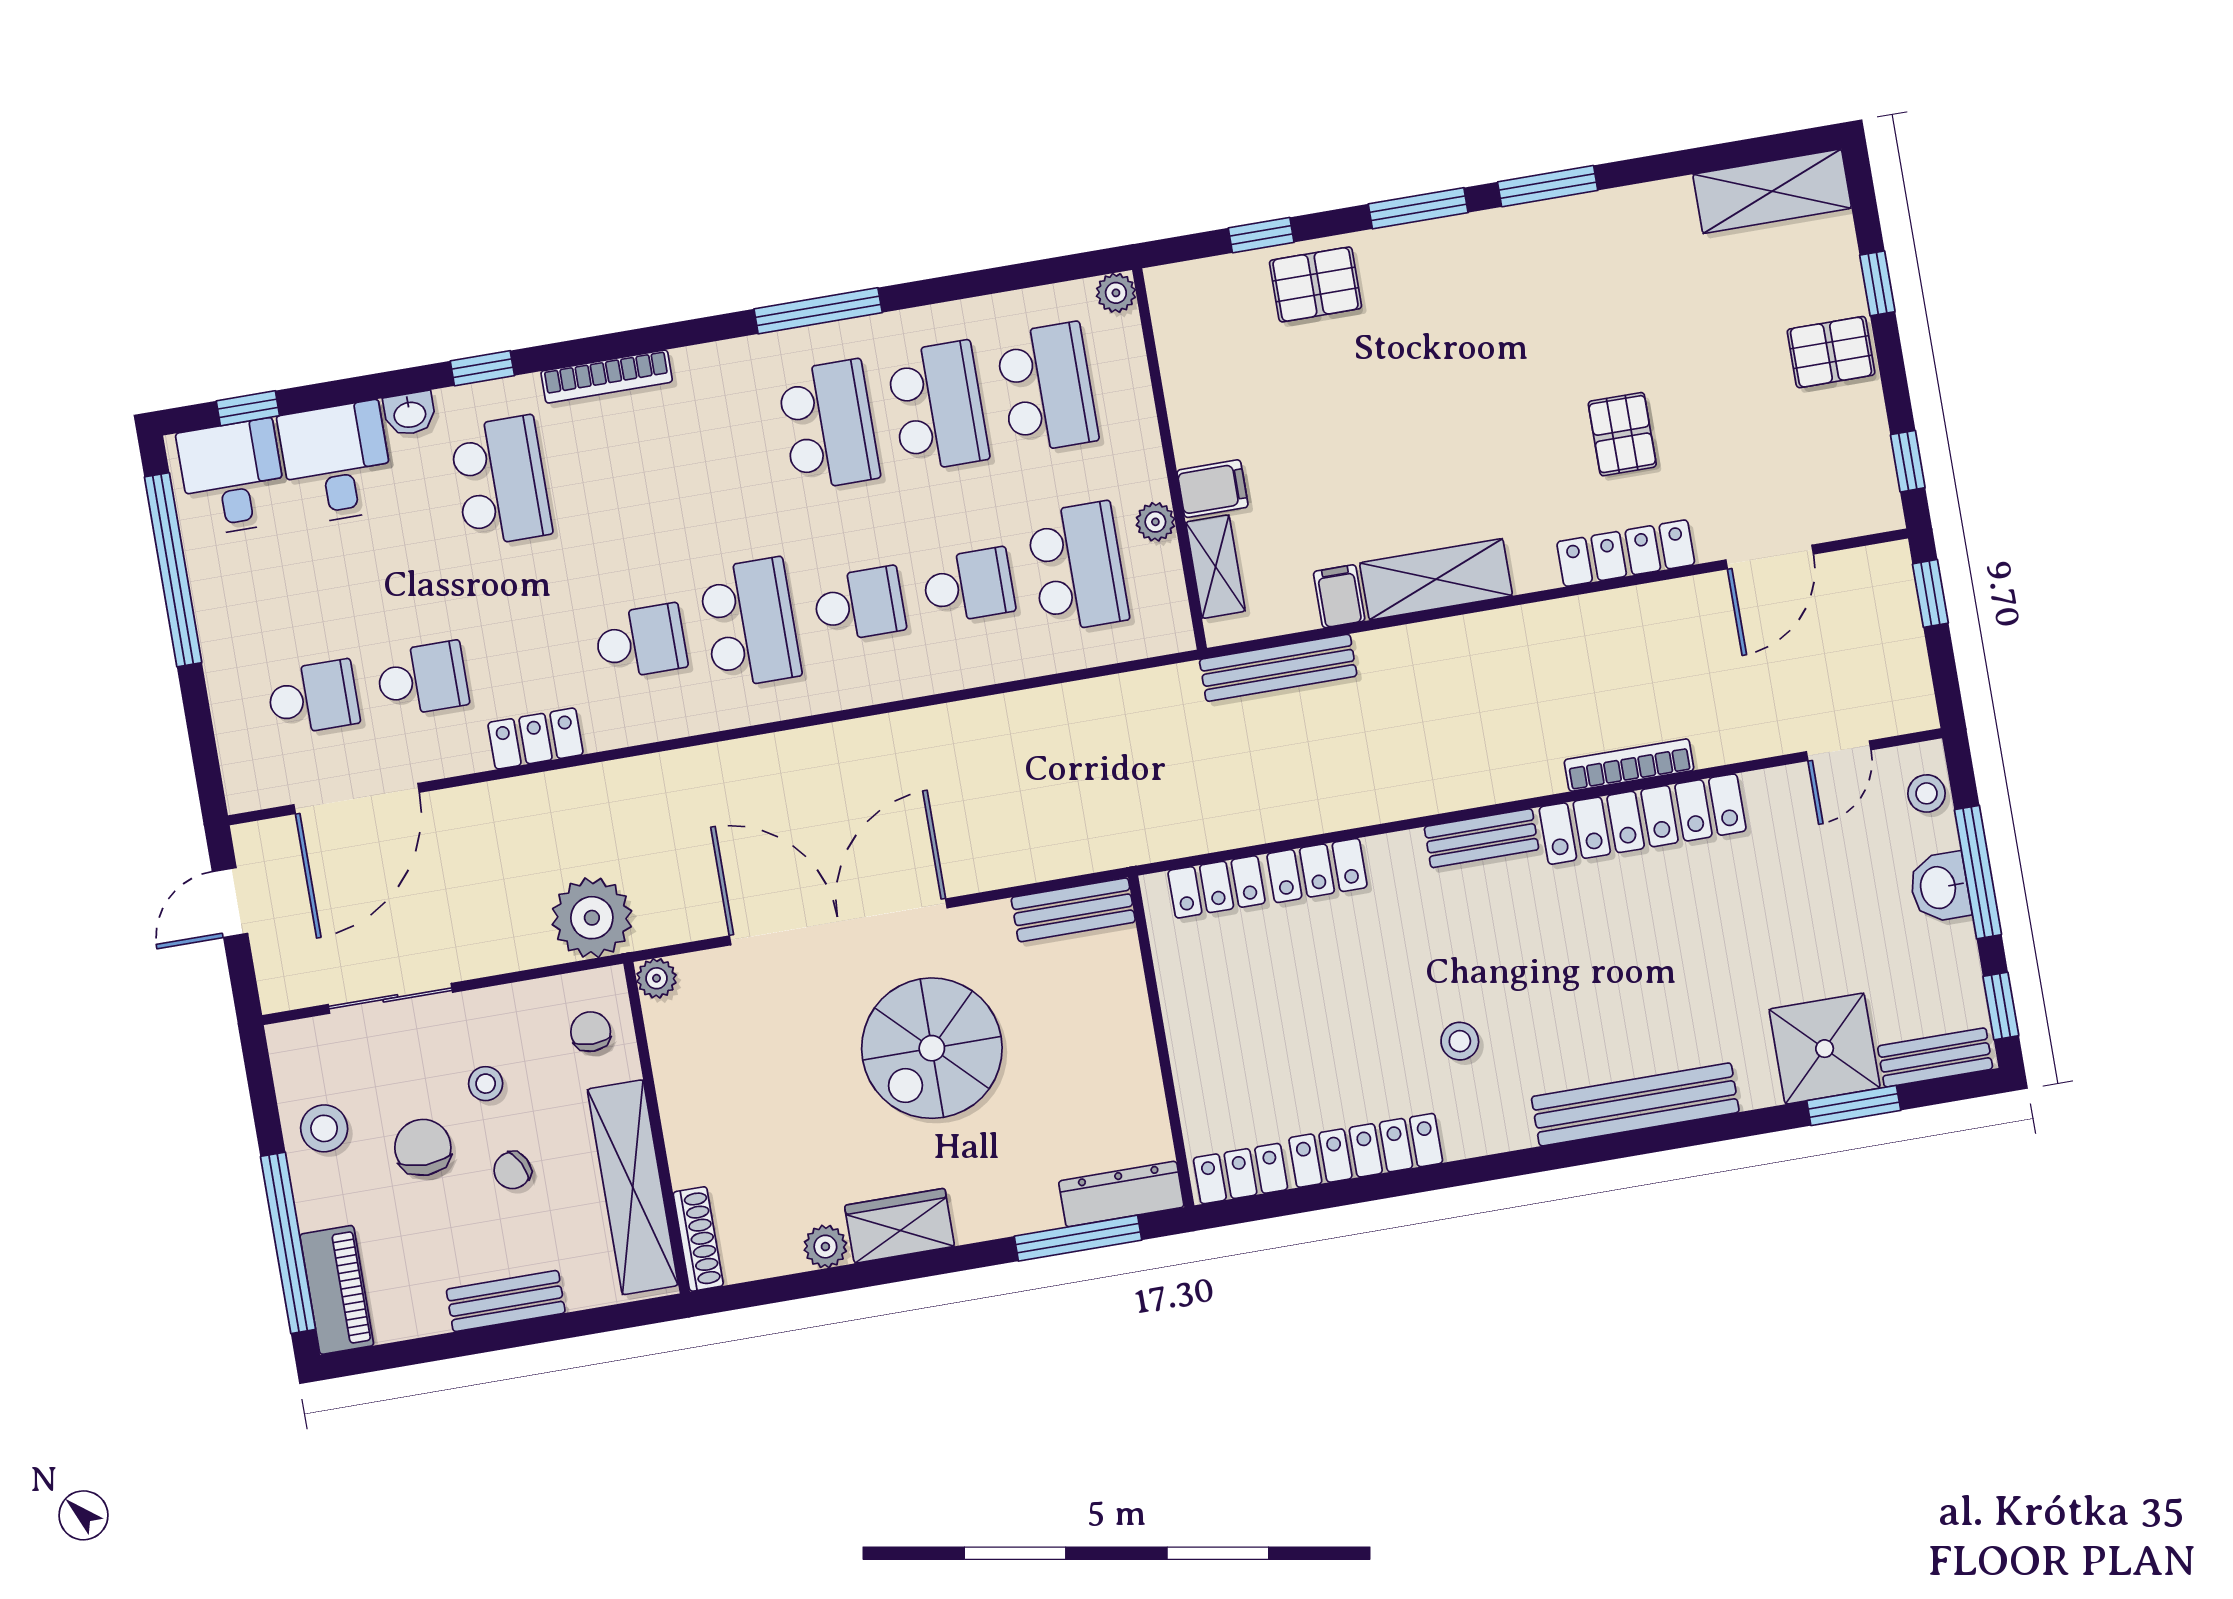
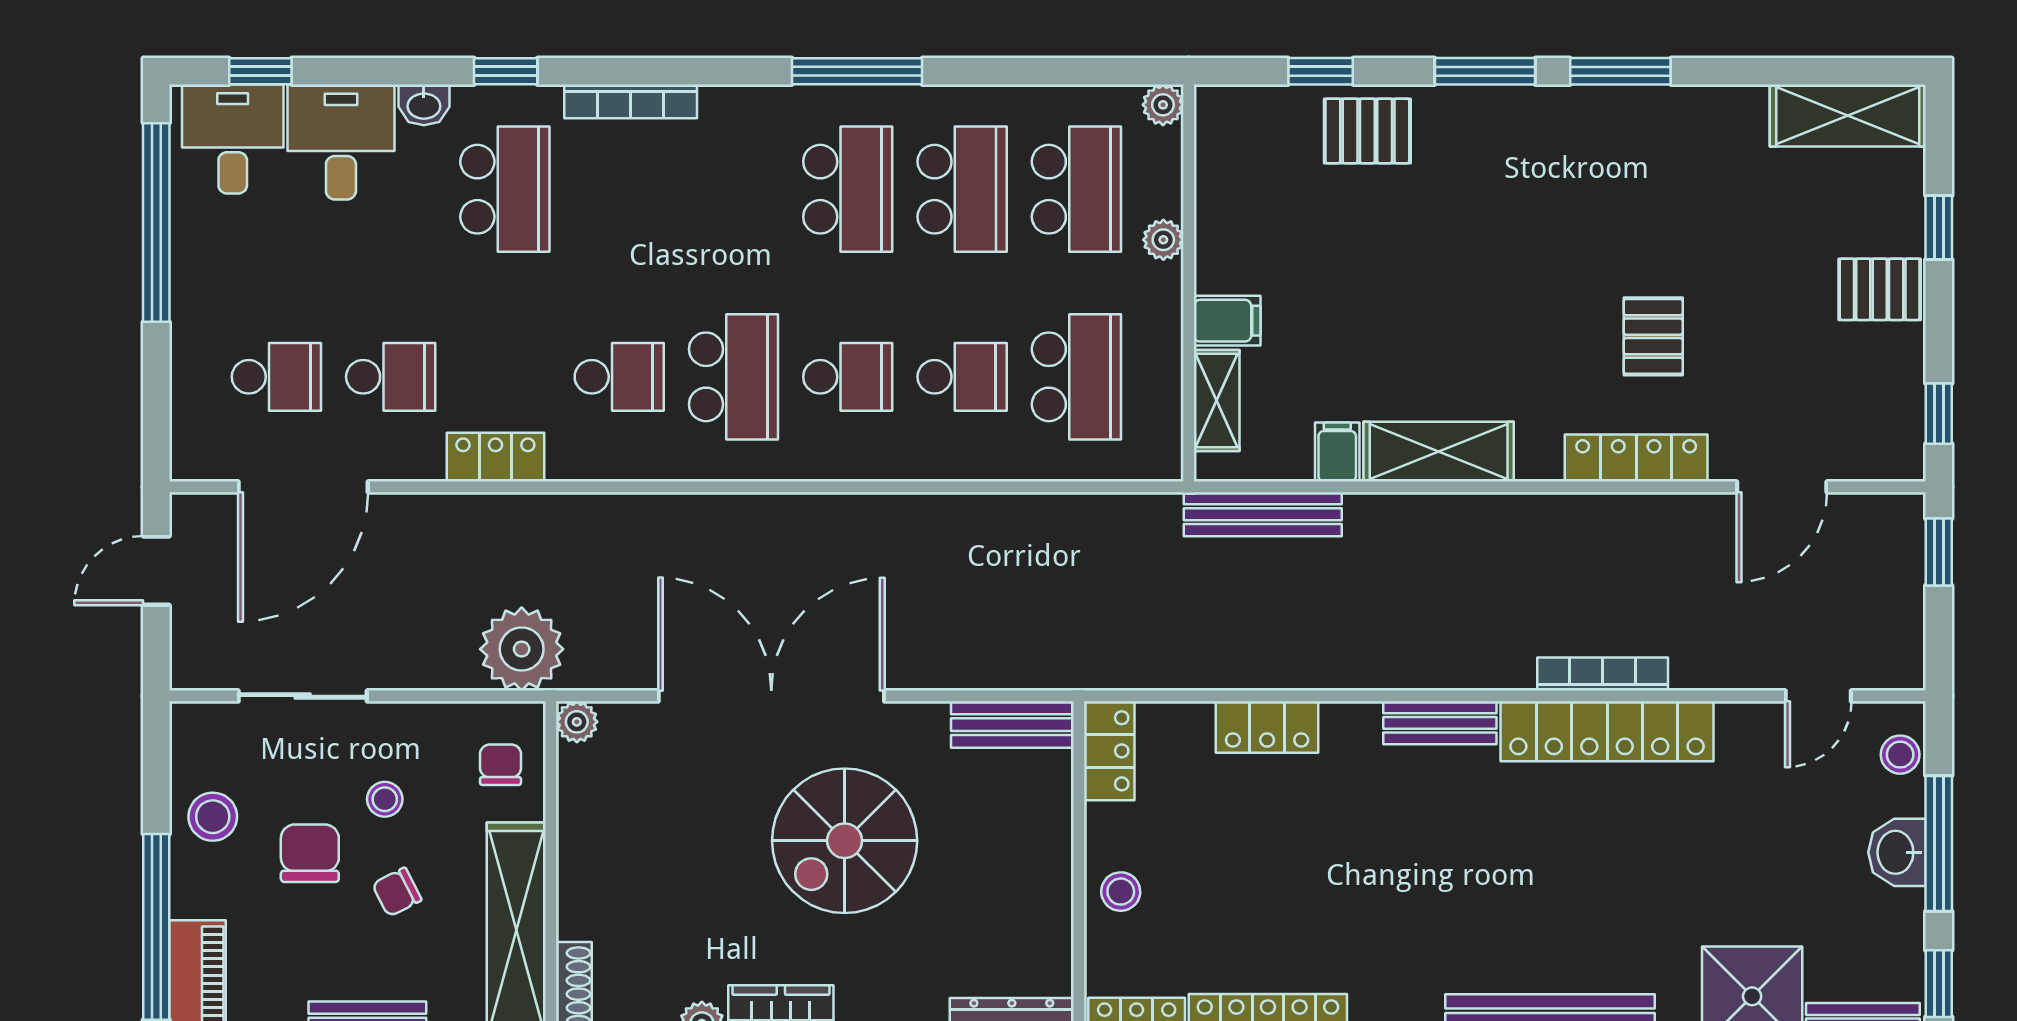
plant: (1155, 522) -> (1163, 240), moved
locker: (1217, 887) -> (1109, 751), moved, turned -90
stool: (1460, 1041) -> (1121, 892), moved

